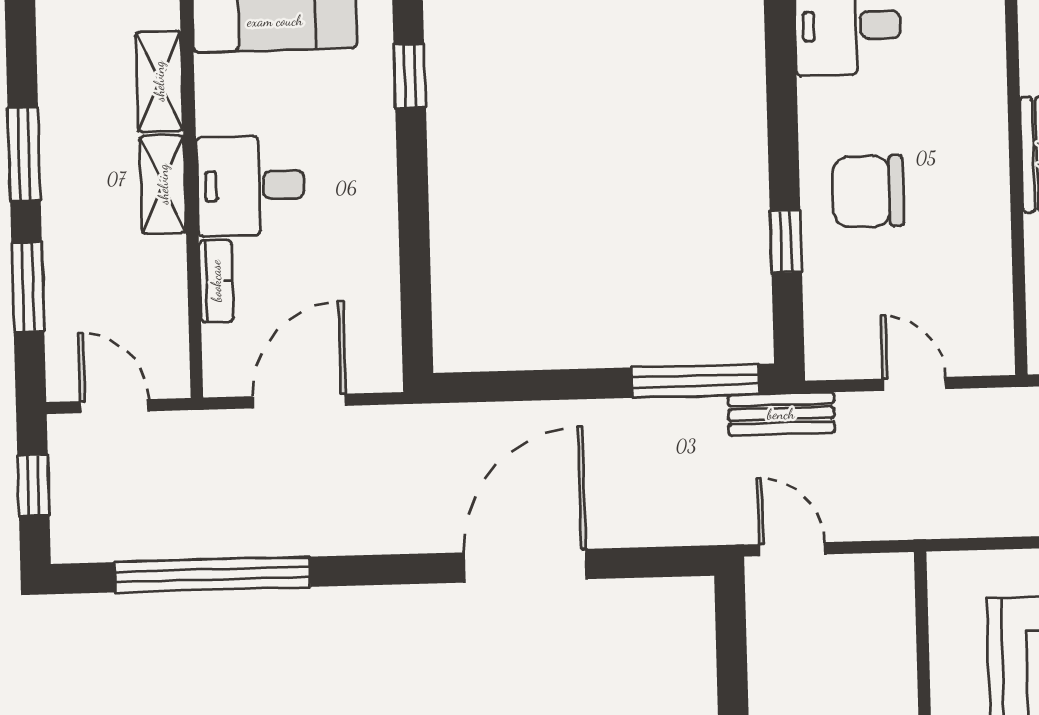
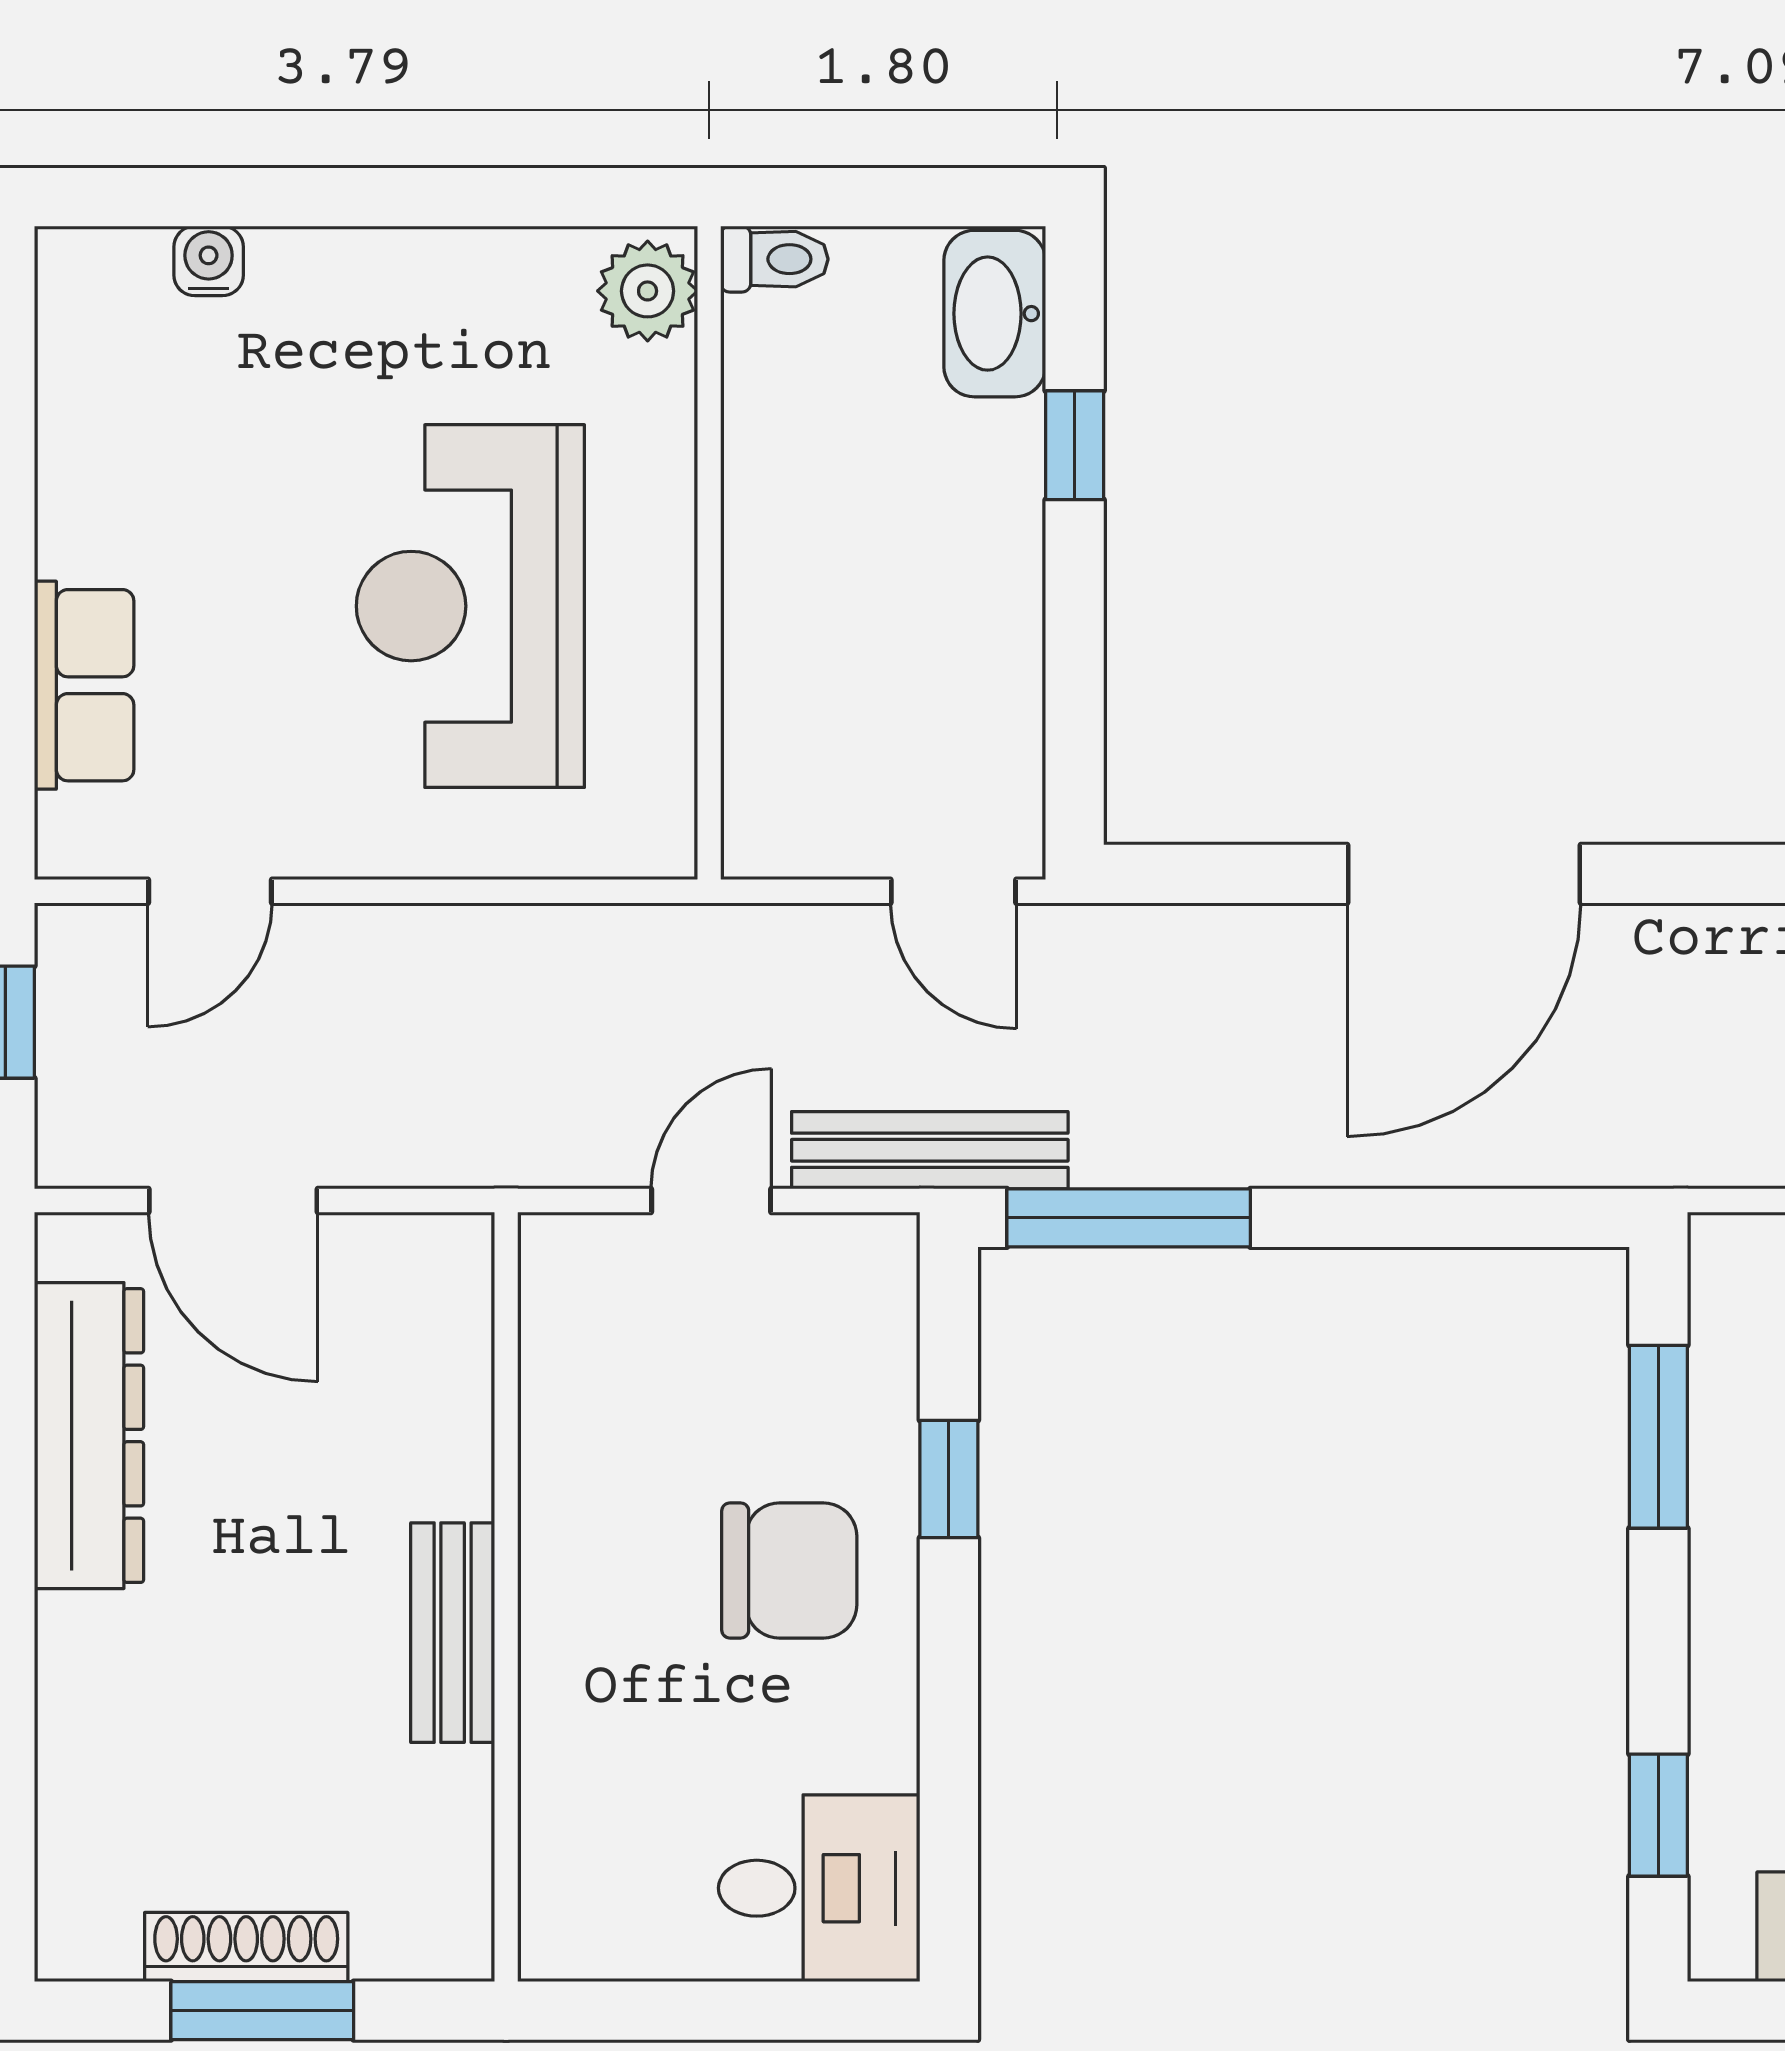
window: (415, 274) -> (1658, 1437), added
door: (914, 384) -> (711, 1201), swing flipped
bench: (781, 414) -> (930, 1150), width x1.36

